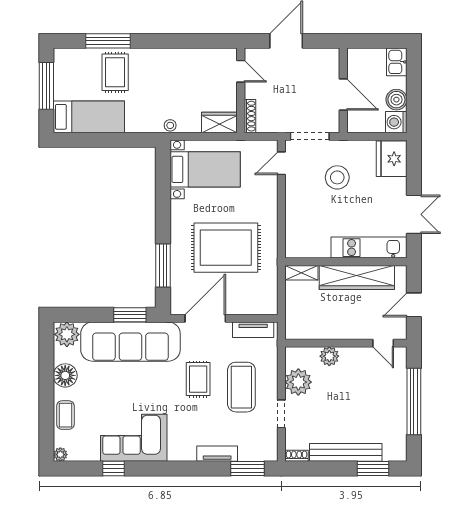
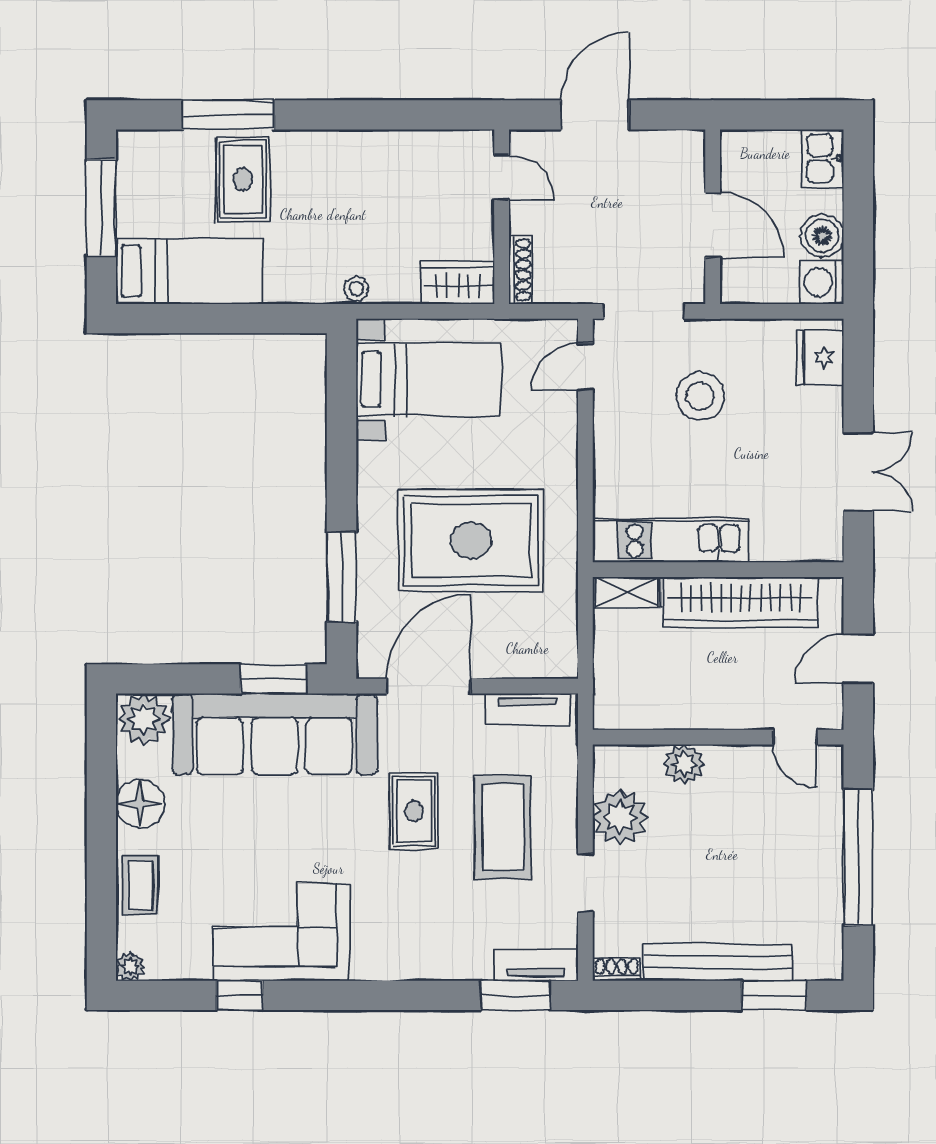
fridge: (392, 159) -> (820, 357), width x0.73, depth x0.75
kitchen unit: (369, 248) -> (671, 540), moved
tv unit: (217, 454) -> (536, 965), moved

